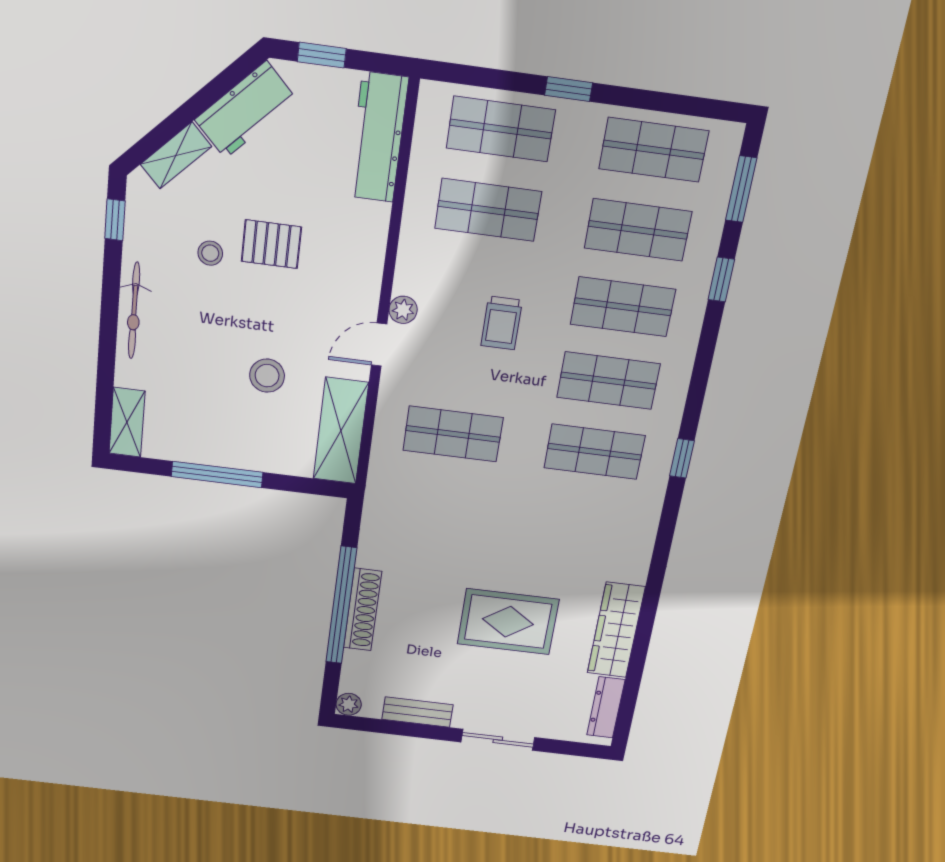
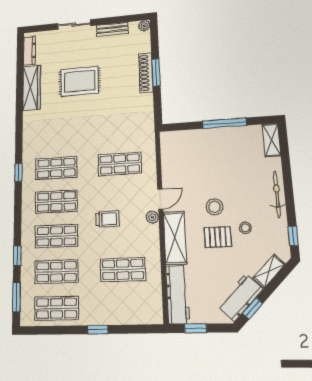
window: (322, 55) -> (195, 328), moved
window: (223, 83) -> (253, 308), added
shop shelf: (501, 129) -> (124, 307), removed
trolley: (502, 323) -> (108, 219), turned 90
stool: (267, 376) -> (214, 207), moved
shelving: (341, 431) -> (175, 238), moved
window: (341, 606) -> (156, 73), width x0.47

